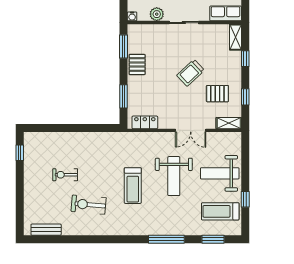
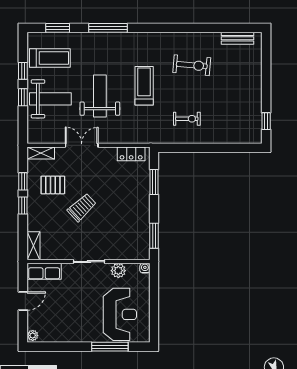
window: (245, 59) -> (23, 206), moved
pallet: (137, 65) -> (140, 216), removed
exercise bike: (65, 175) -> (187, 119), moved
window: (245, 175) -> (23, 97), added

